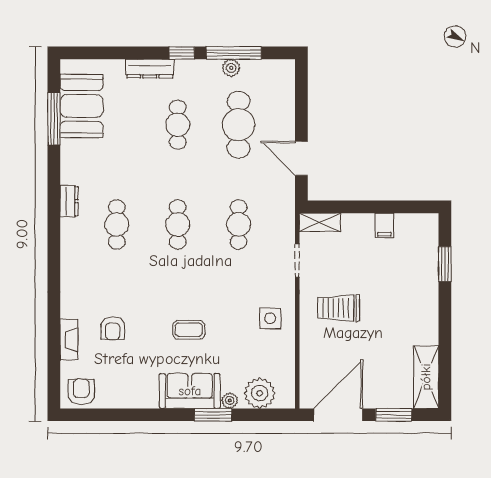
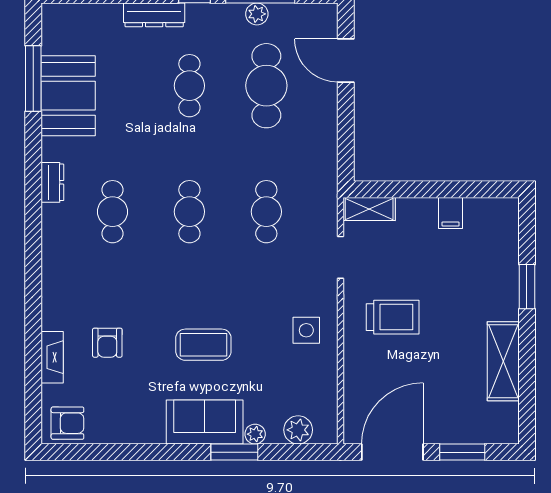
booth: (82, 106) -> (68, 96), moved
door: (301, 158) -> (346, 60), moved
window: (445, 264) -> (527, 287), moved
trolley: (339, 308) -> (393, 317), turned 180
coffee table: (189, 330) -> (203, 345), width x1.36, depth x1.30
shelving: (426, 377) -> (503, 361), moved
armchair: (81, 392) -> (67, 423), turned 90
plant: (260, 393) -> (298, 430), width x0.73, depth x0.73

